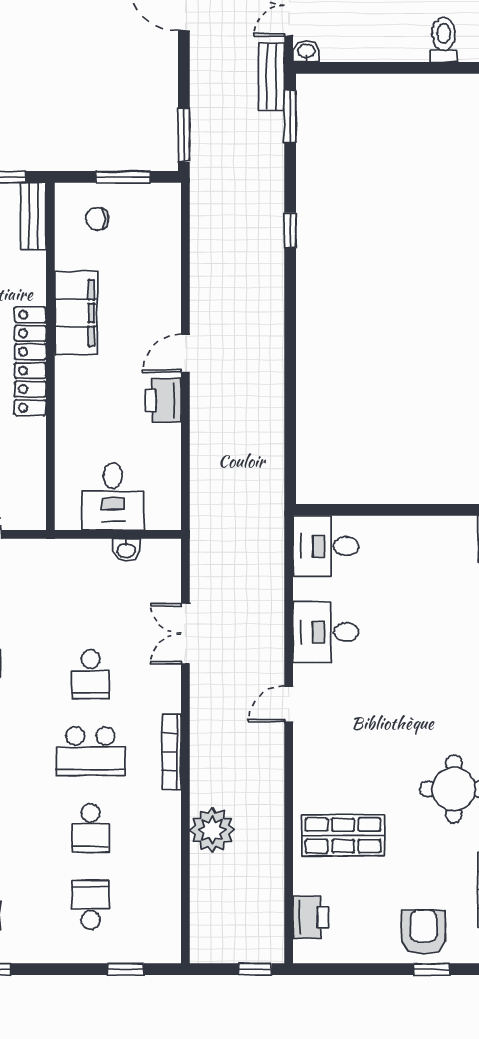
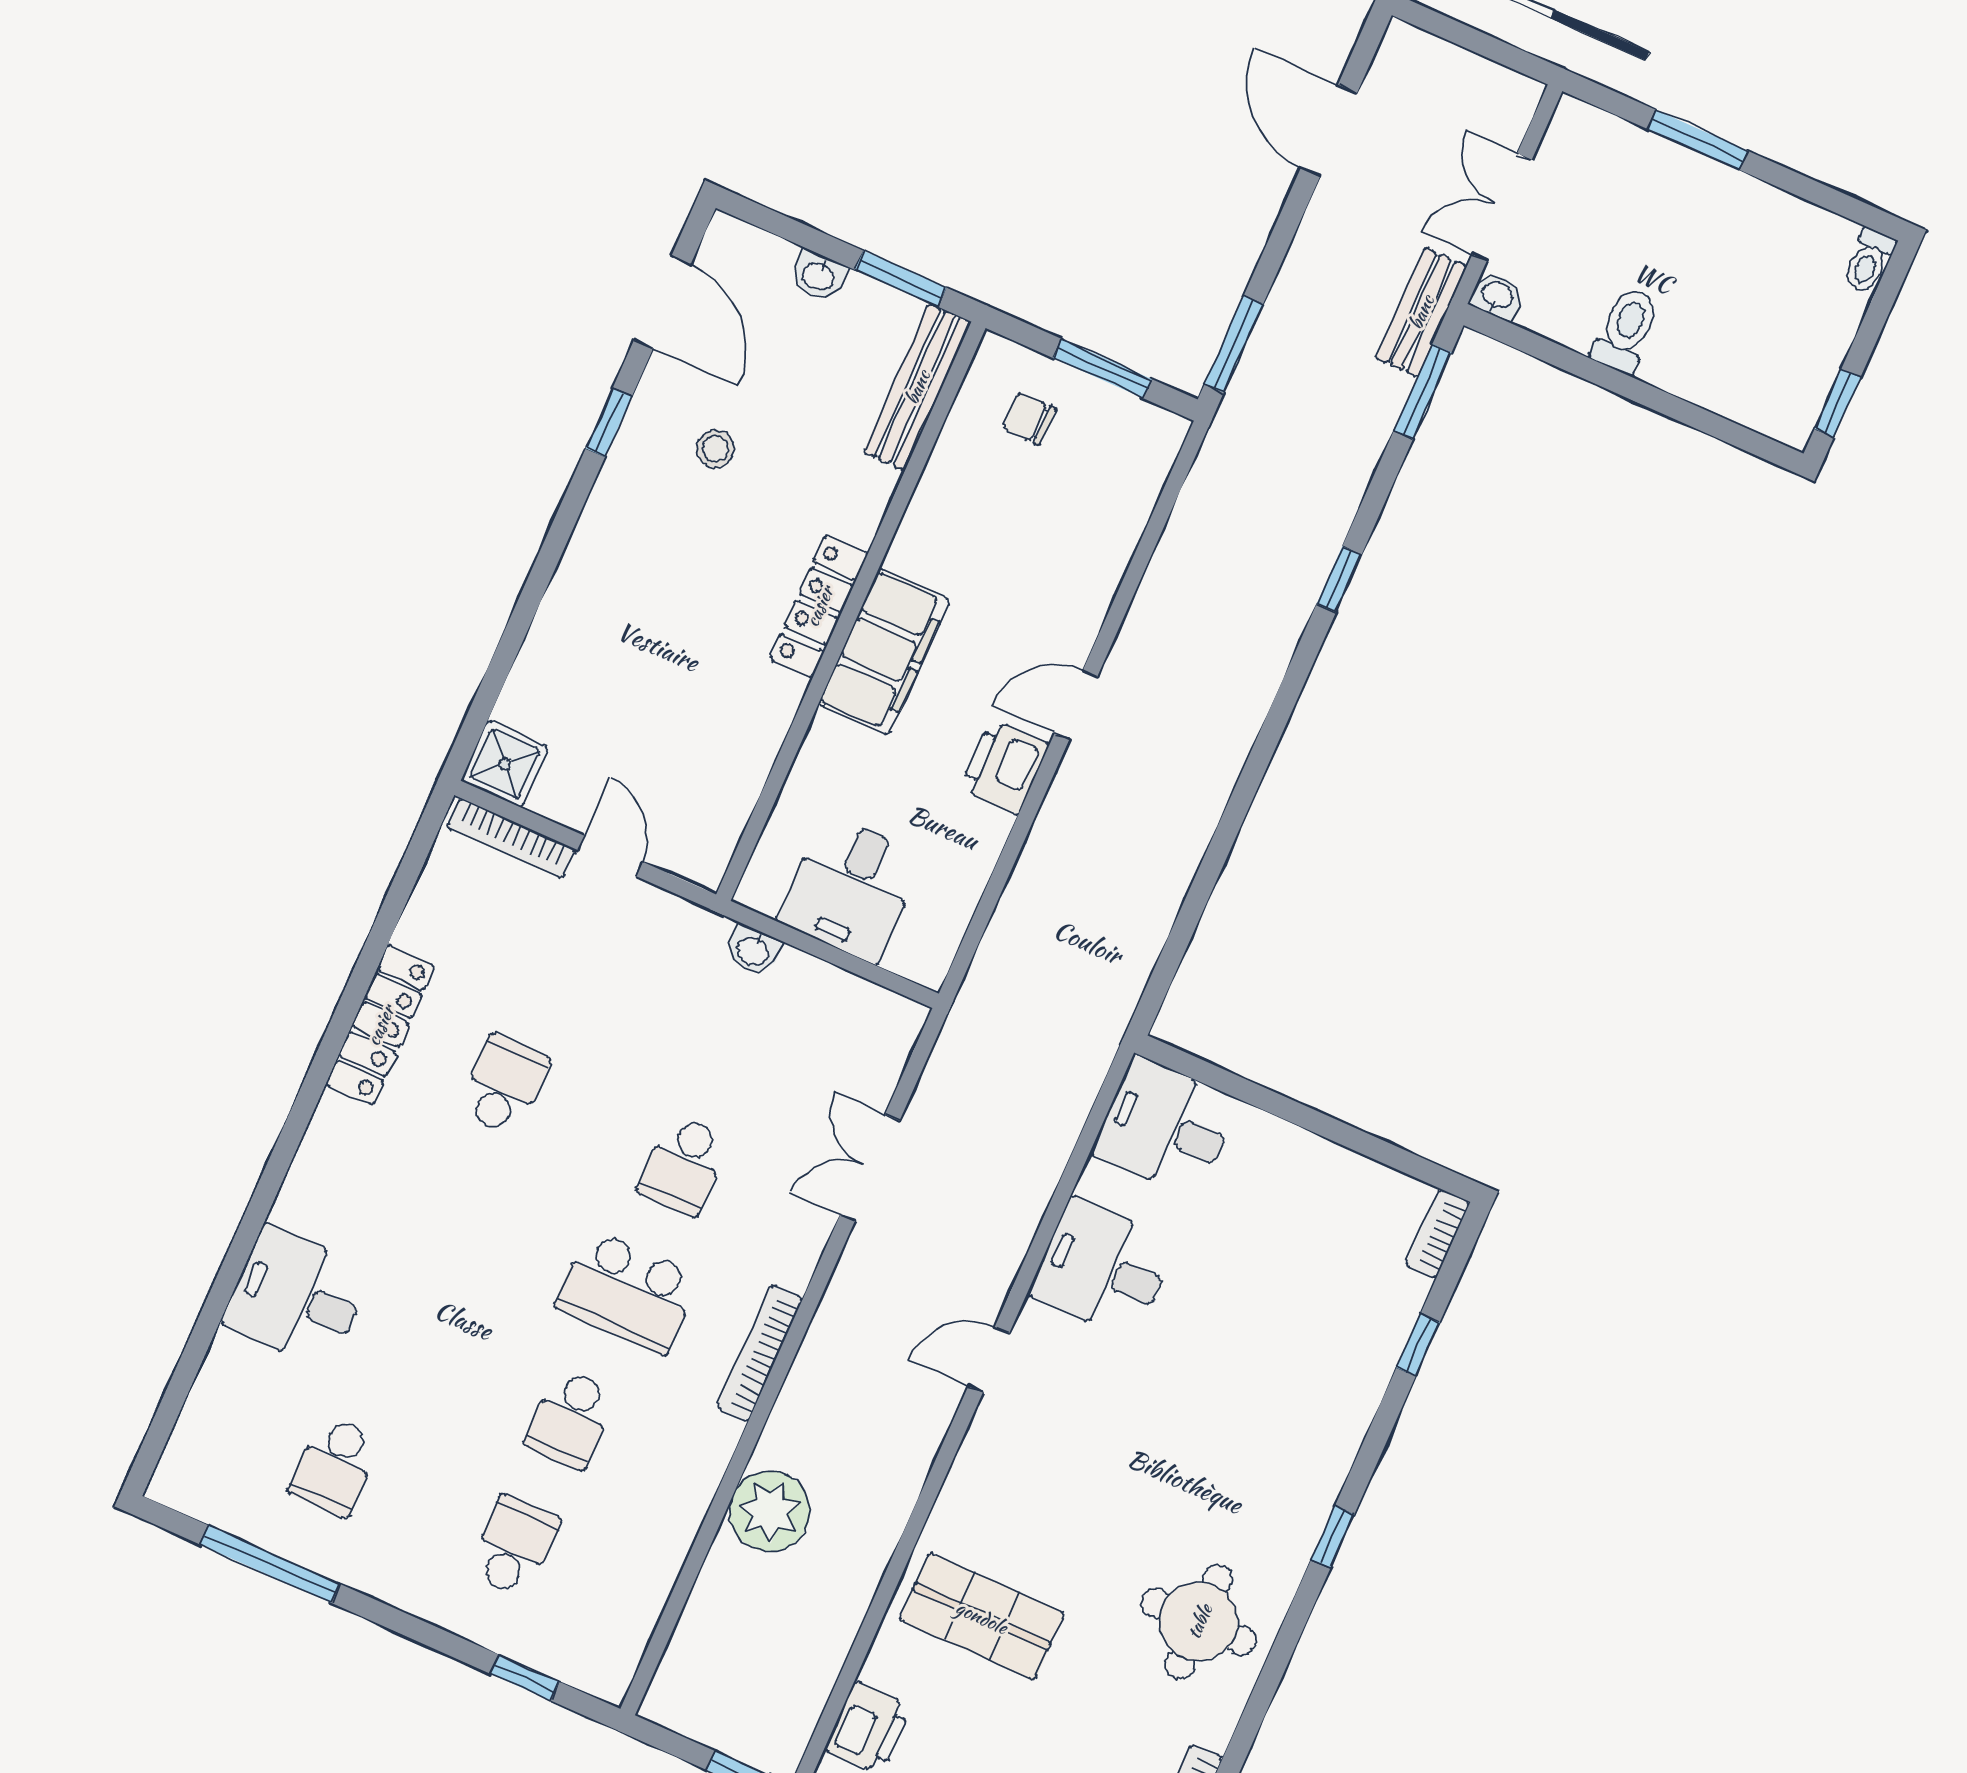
toilet: (444, 40) -> (1626, 330), moved
bench: (33, 216) -> (917, 387), width x1.36
filing cabinet: (76, 313) -> (884, 652), moved
locker: (30, 361) -> (819, 606), width x0.71, depth x0.83
washbasin: (126, 550) -> (753, 950), moved

